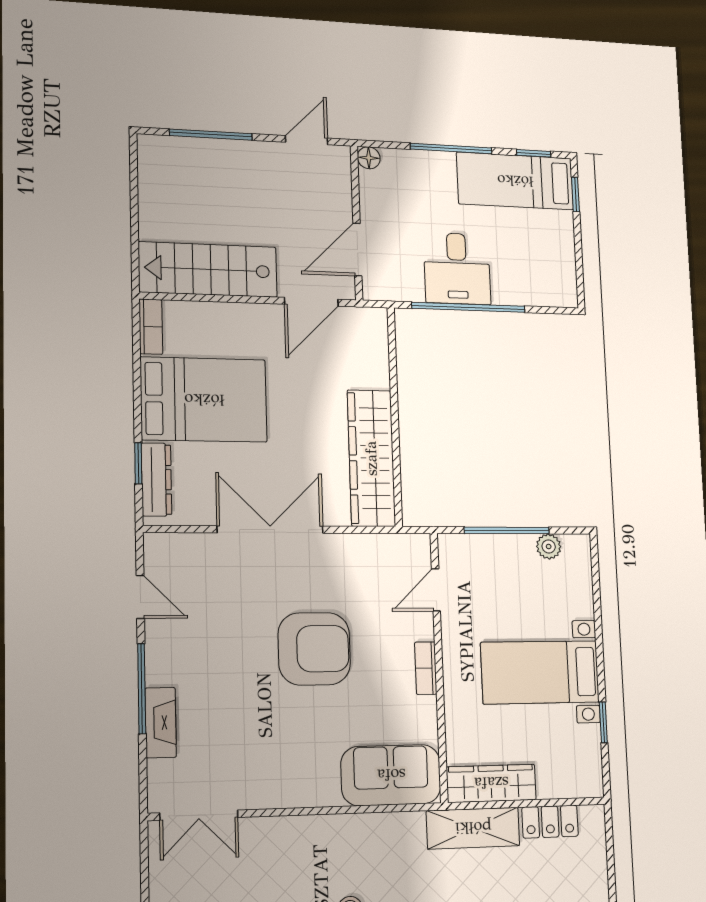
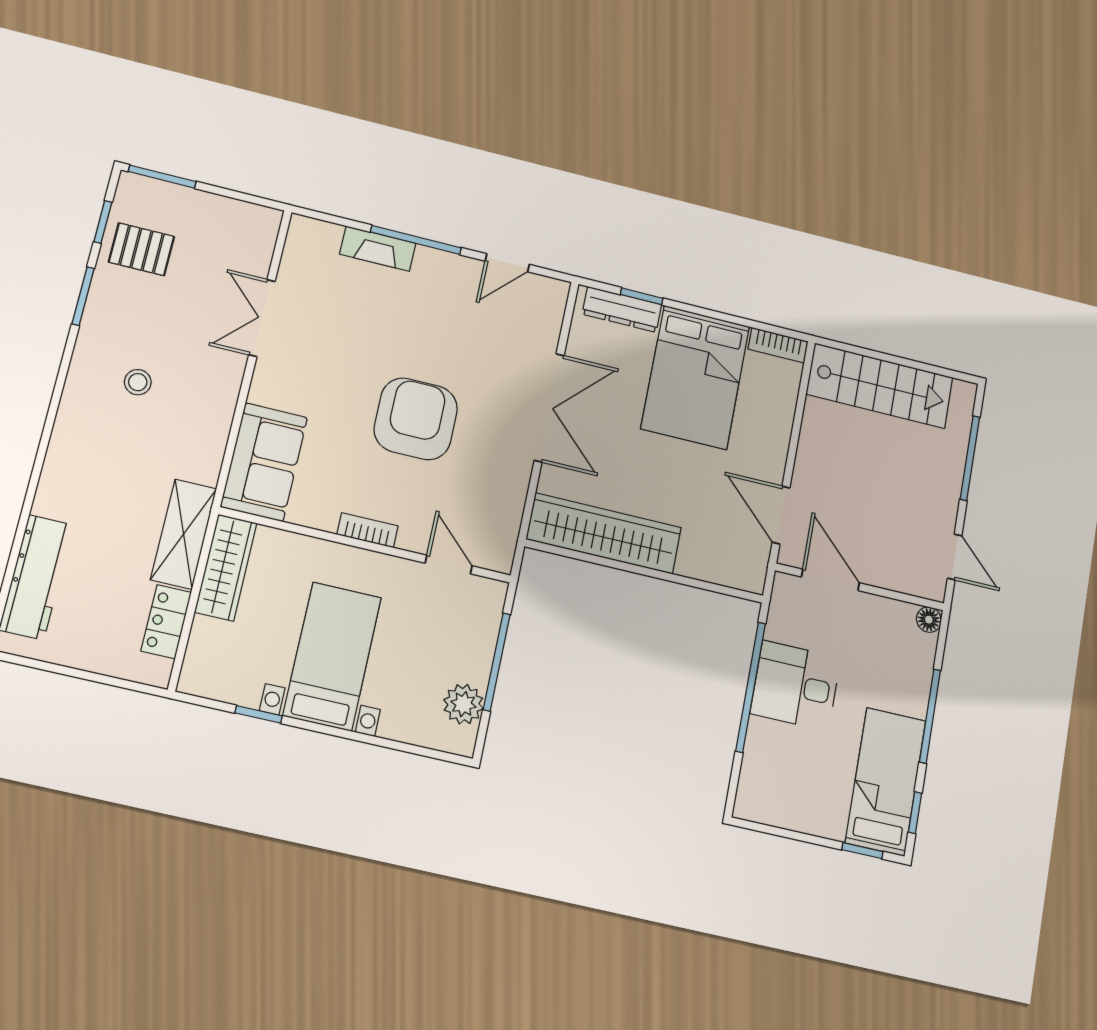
stairs: (208, 270) -> (880, 386), moved, turned 90
plant: (549, 546) -> (463, 704), width x1.38, depth x1.38
armchair: (314, 649) -> (416, 419), turned 180
double door: (199, 815) -> (262, 318), moved

